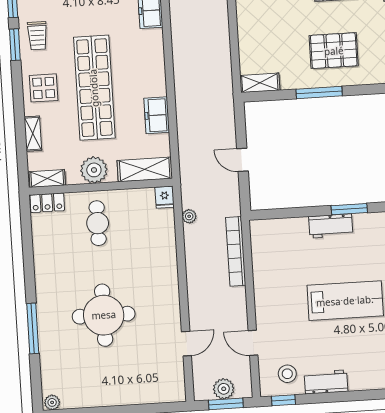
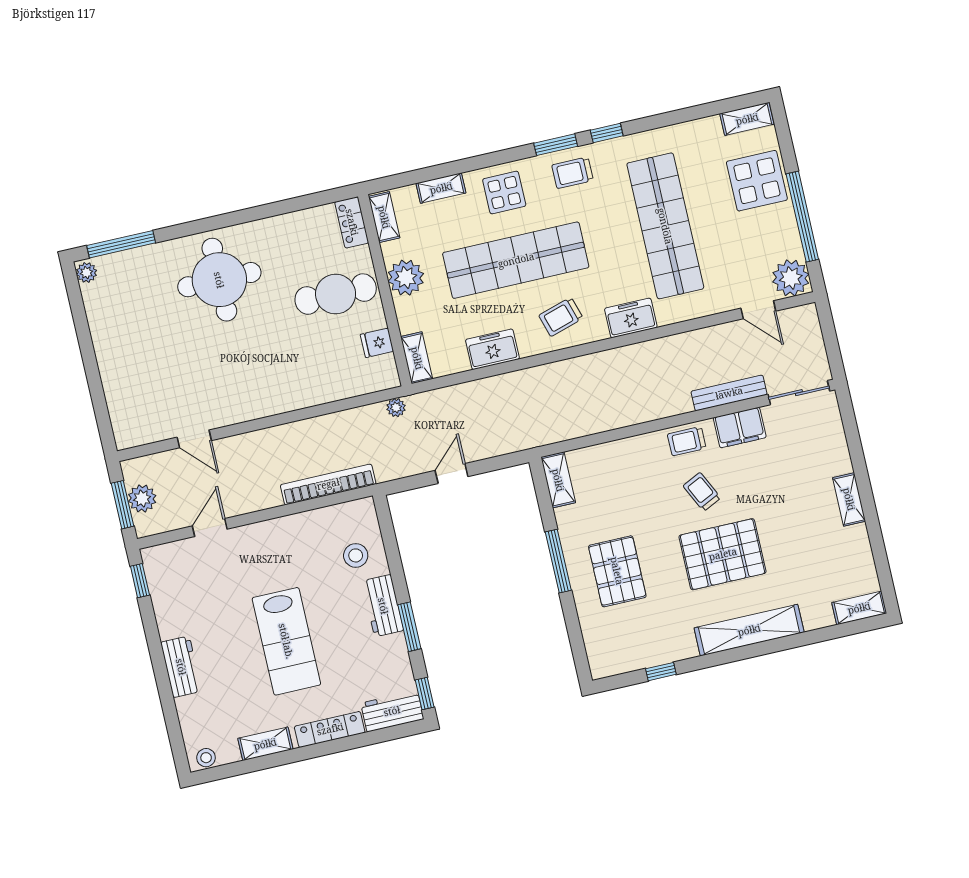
trolley: (141, 61) -> (561, 317), added
shelving: (145, 169) -> (417, 358), width x0.67, depth x0.75
fridge: (165, 197) -> (377, 343), moved
plant: (189, 216) -> (396, 408), moved
cafe table: (98, 223) -> (336, 294), width x1.37, depth x1.35
round table: (104, 315) -> (219, 280), moved
window: (33, 328) -> (121, 244), moved
stool: (287, 374) -> (356, 555), moved
workbench: (326, 382) -> (181, 667), moved

